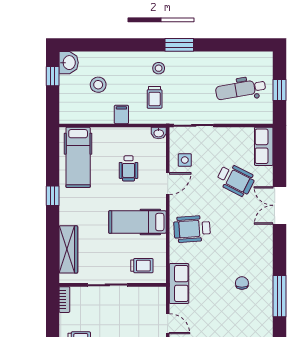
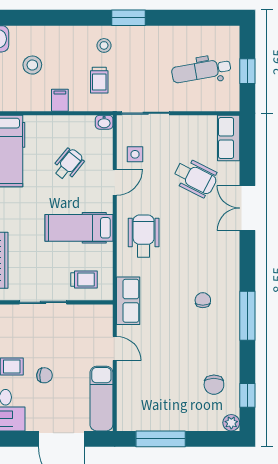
wheelchair: (129, 168) -> (68, 164), turned -141
wheelchair: (192, 229) -> (144, 236), turned 94

